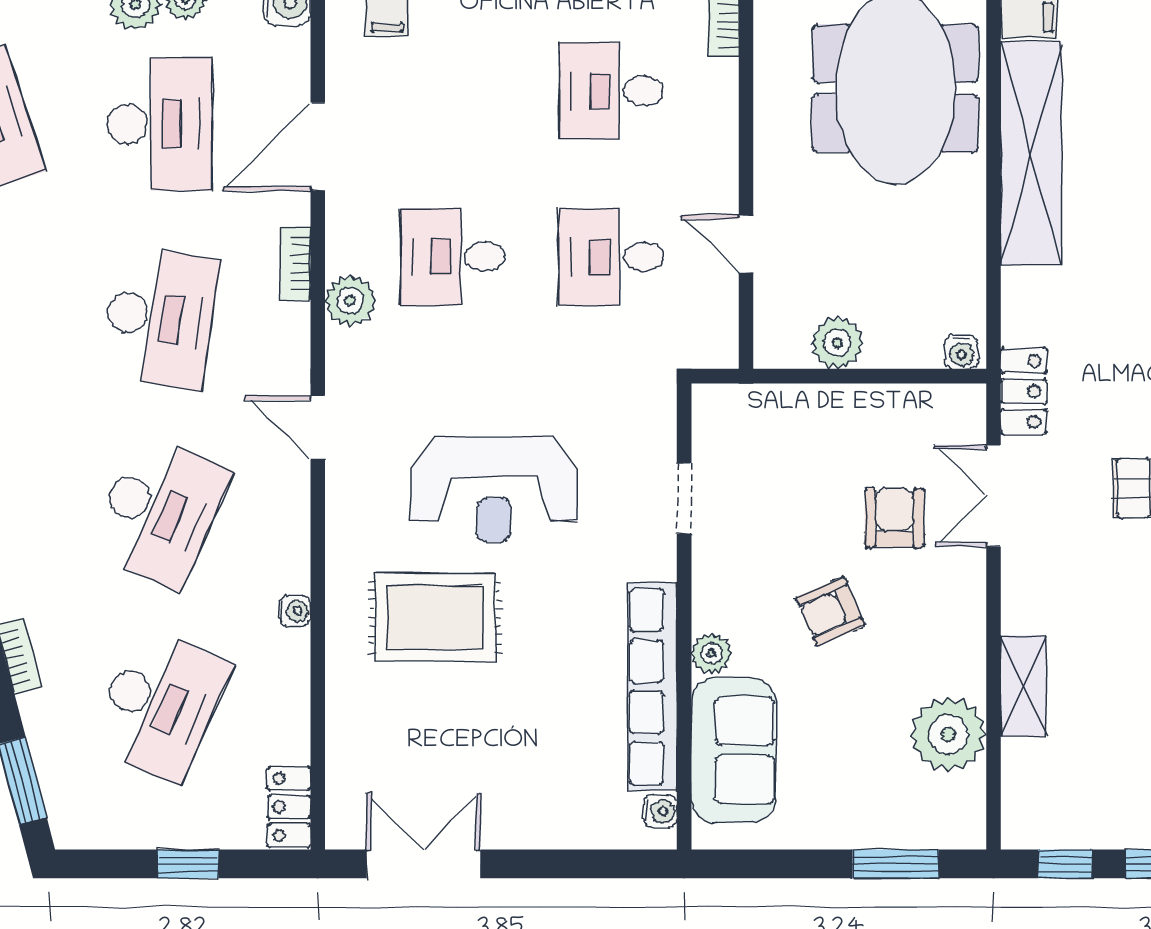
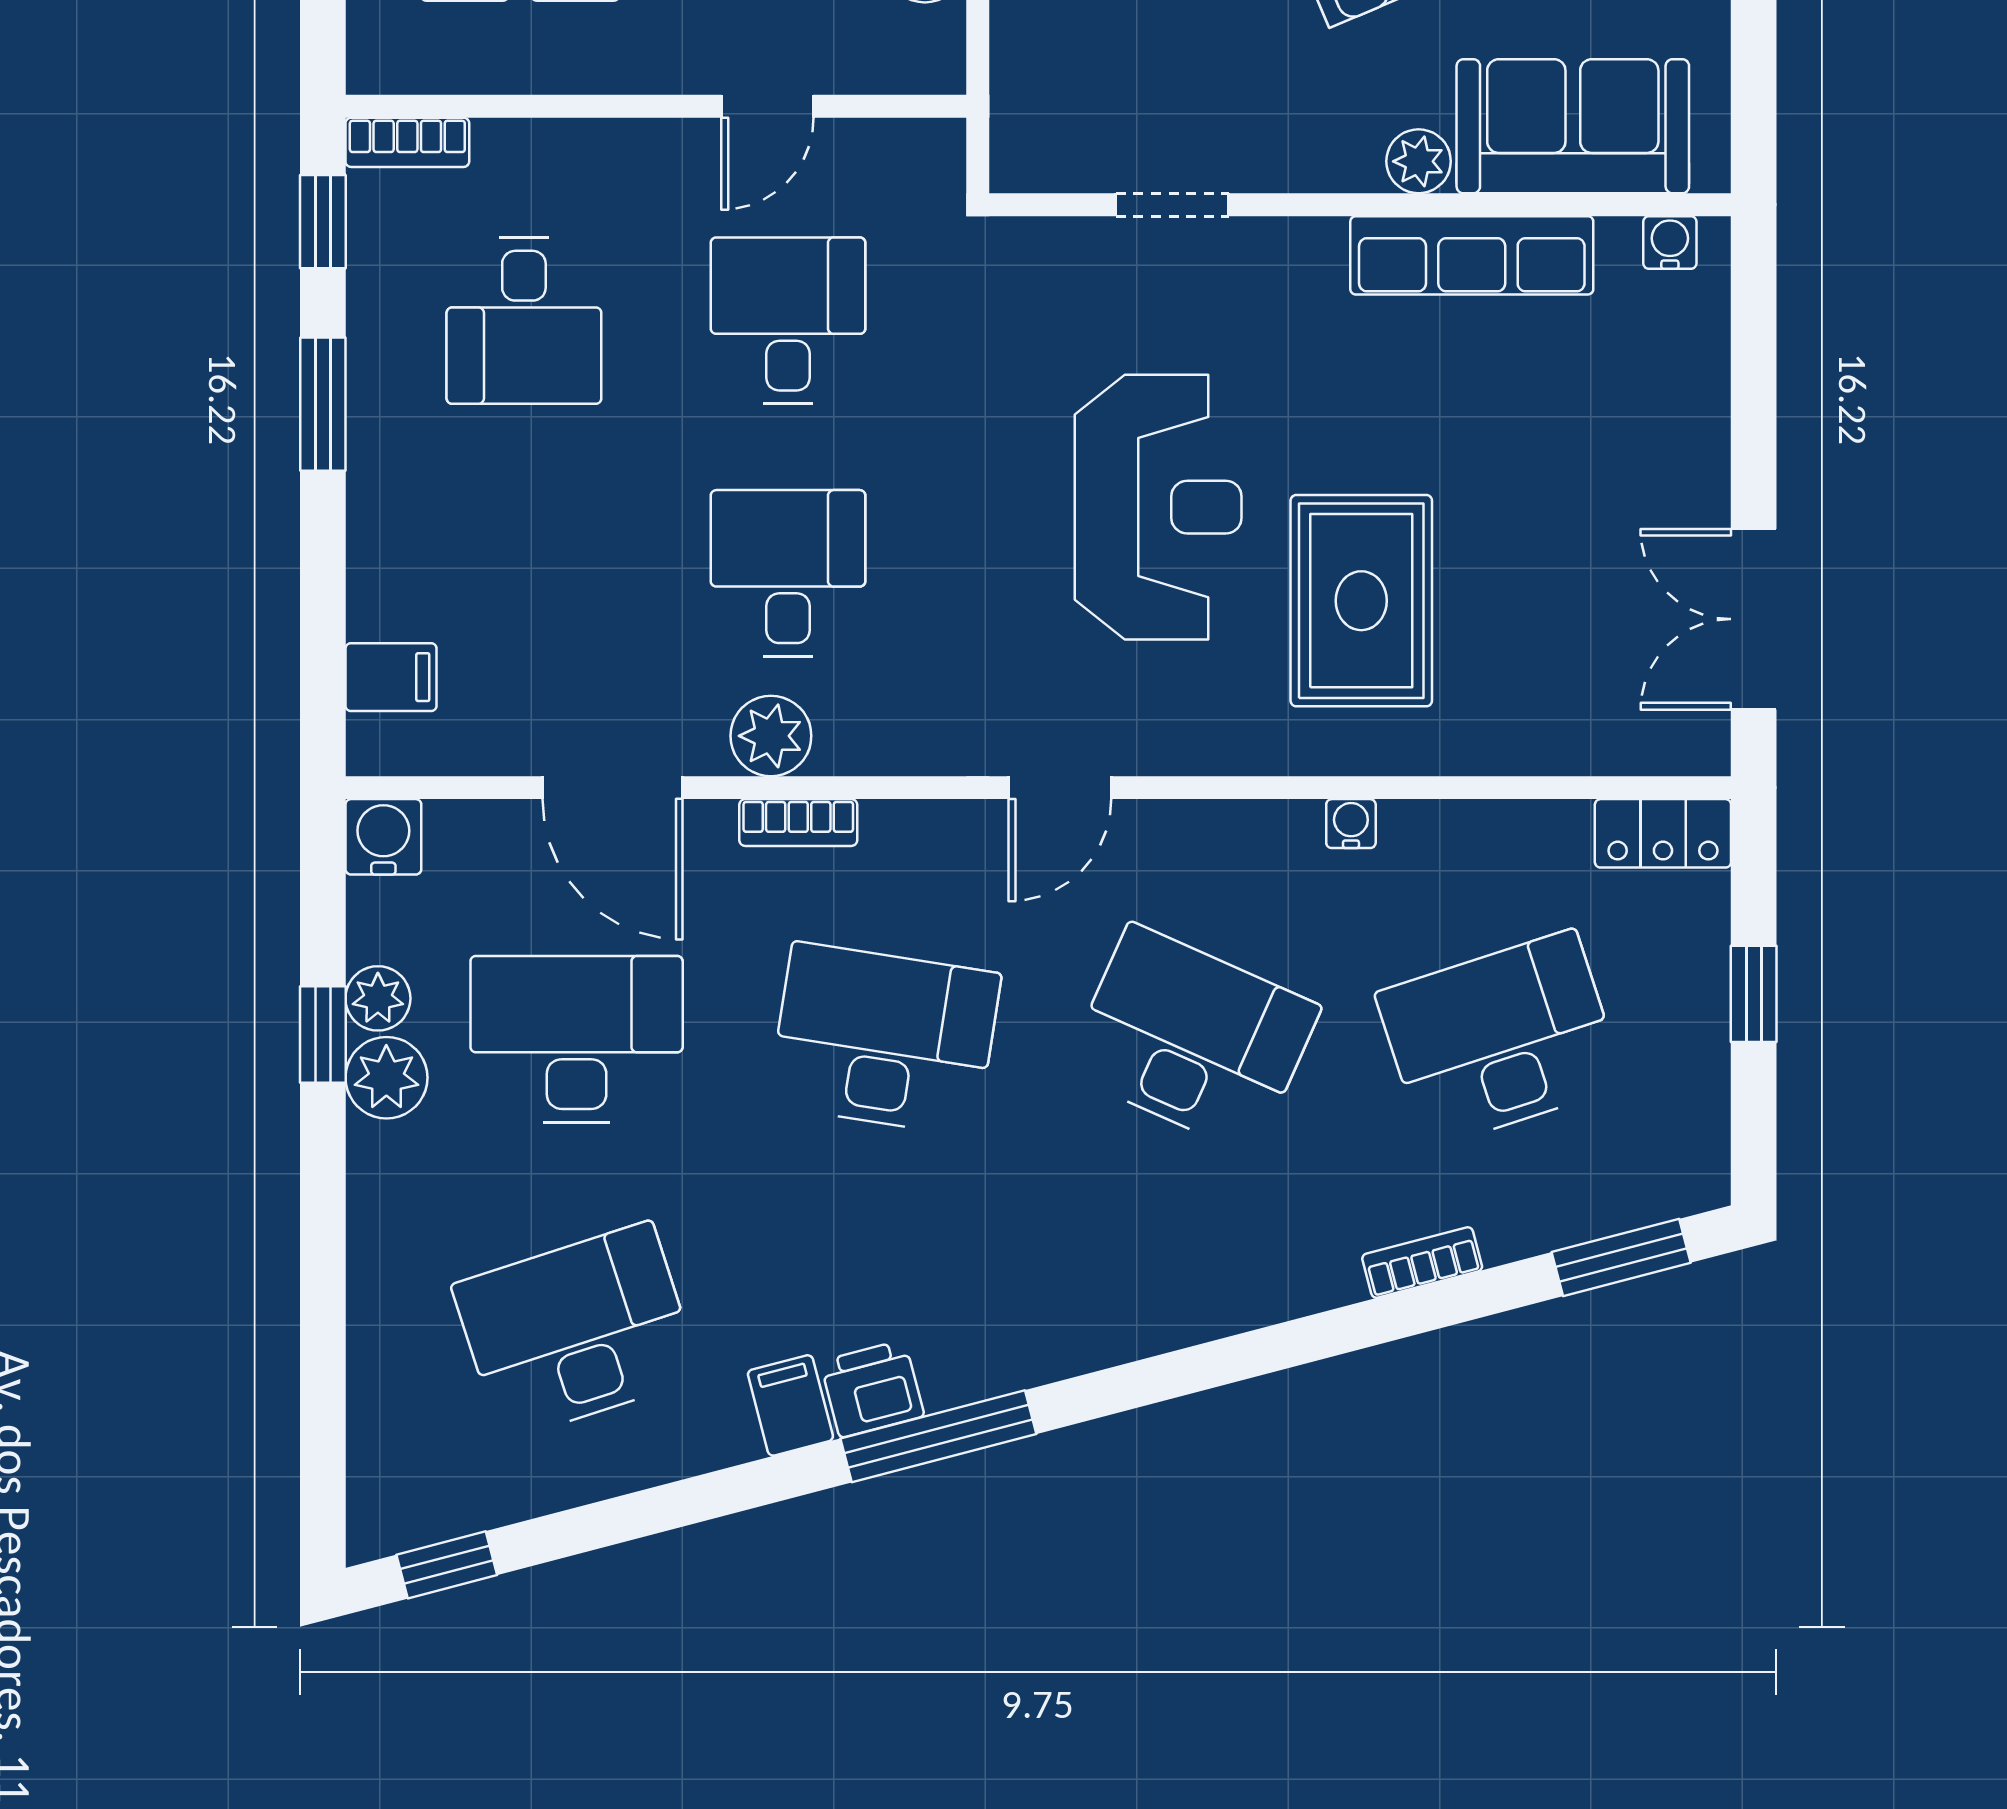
desk: (452, 257) -> (788, 573), turned 180
desk: (611, 257) -> (788, 321), turned 180
plant: (350, 301) -> (771, 736), moved
row of seats: (652, 687) -> (1472, 255), width x0.73
desk: (160, 704) -> (1500, 1039), turned -42

